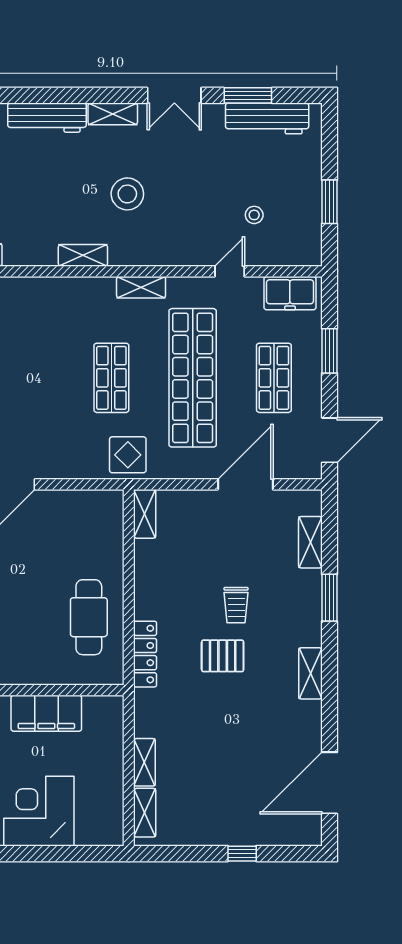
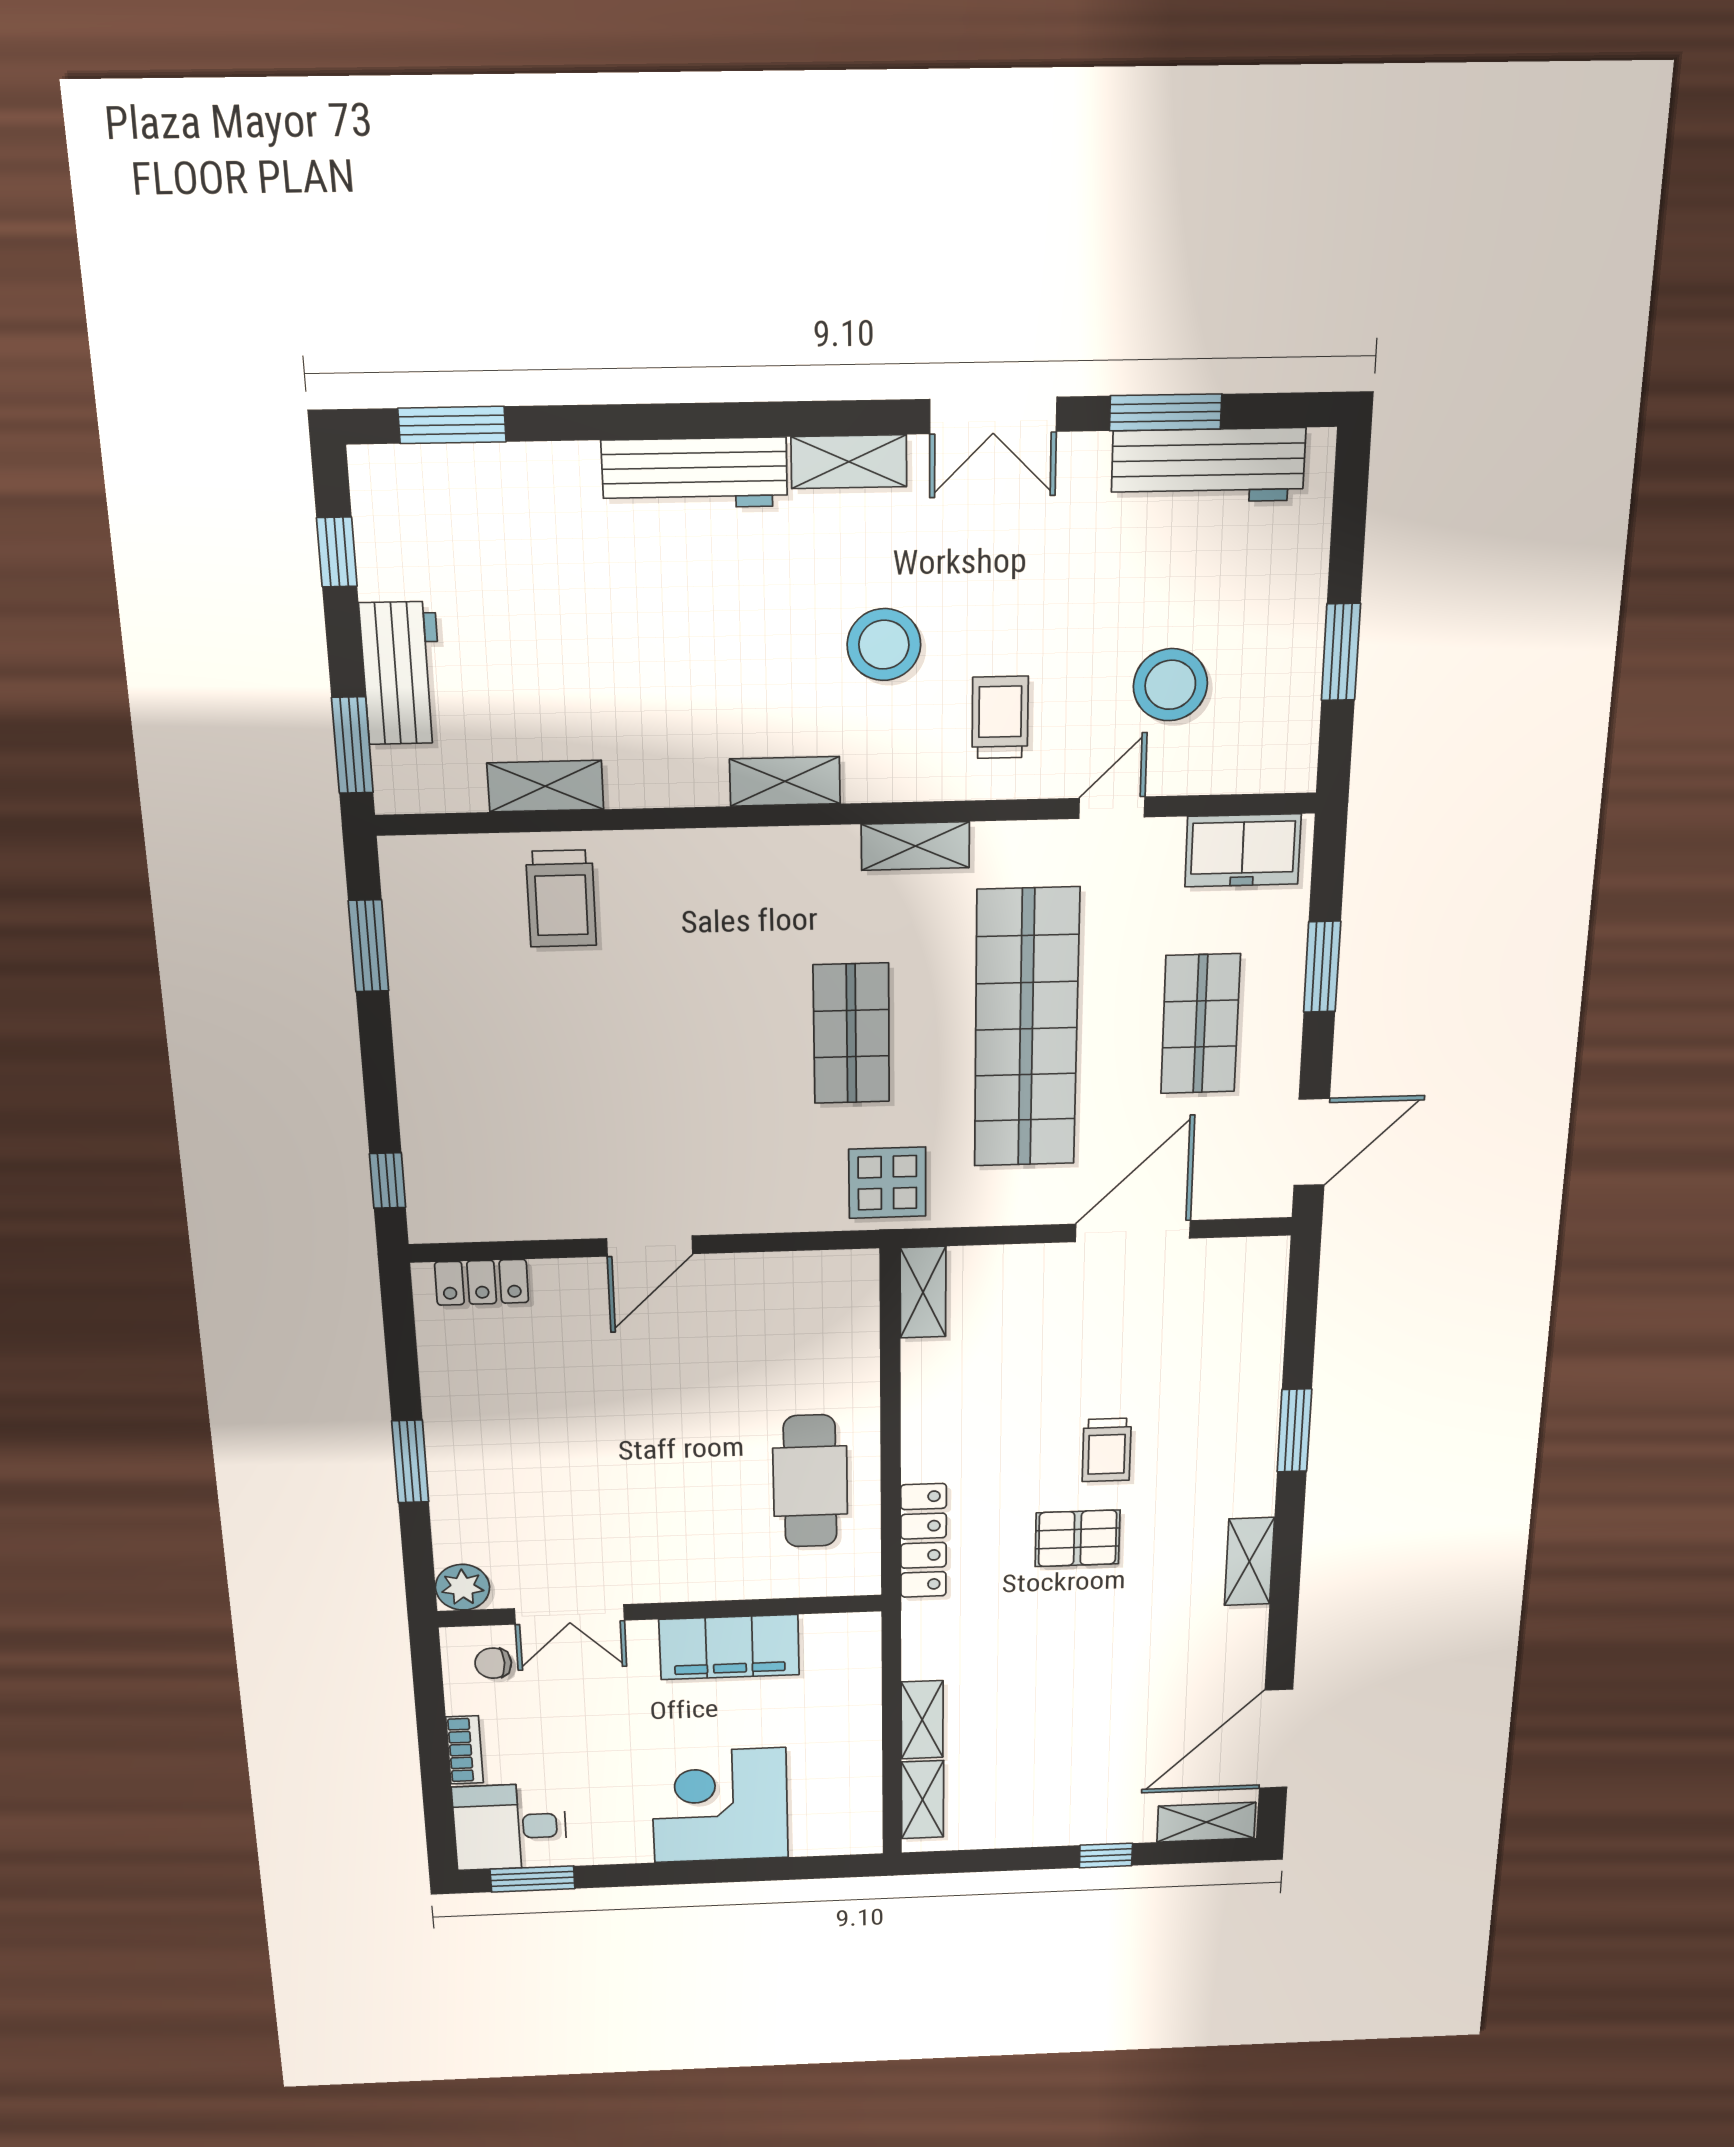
stool: (254, 215) -> (1170, 685), width x1.89, depth x1.89
trolley: (179, 228) -> (1000, 717), added
shelving: (310, 542) -> (1206, 1822), moved, turned 90

